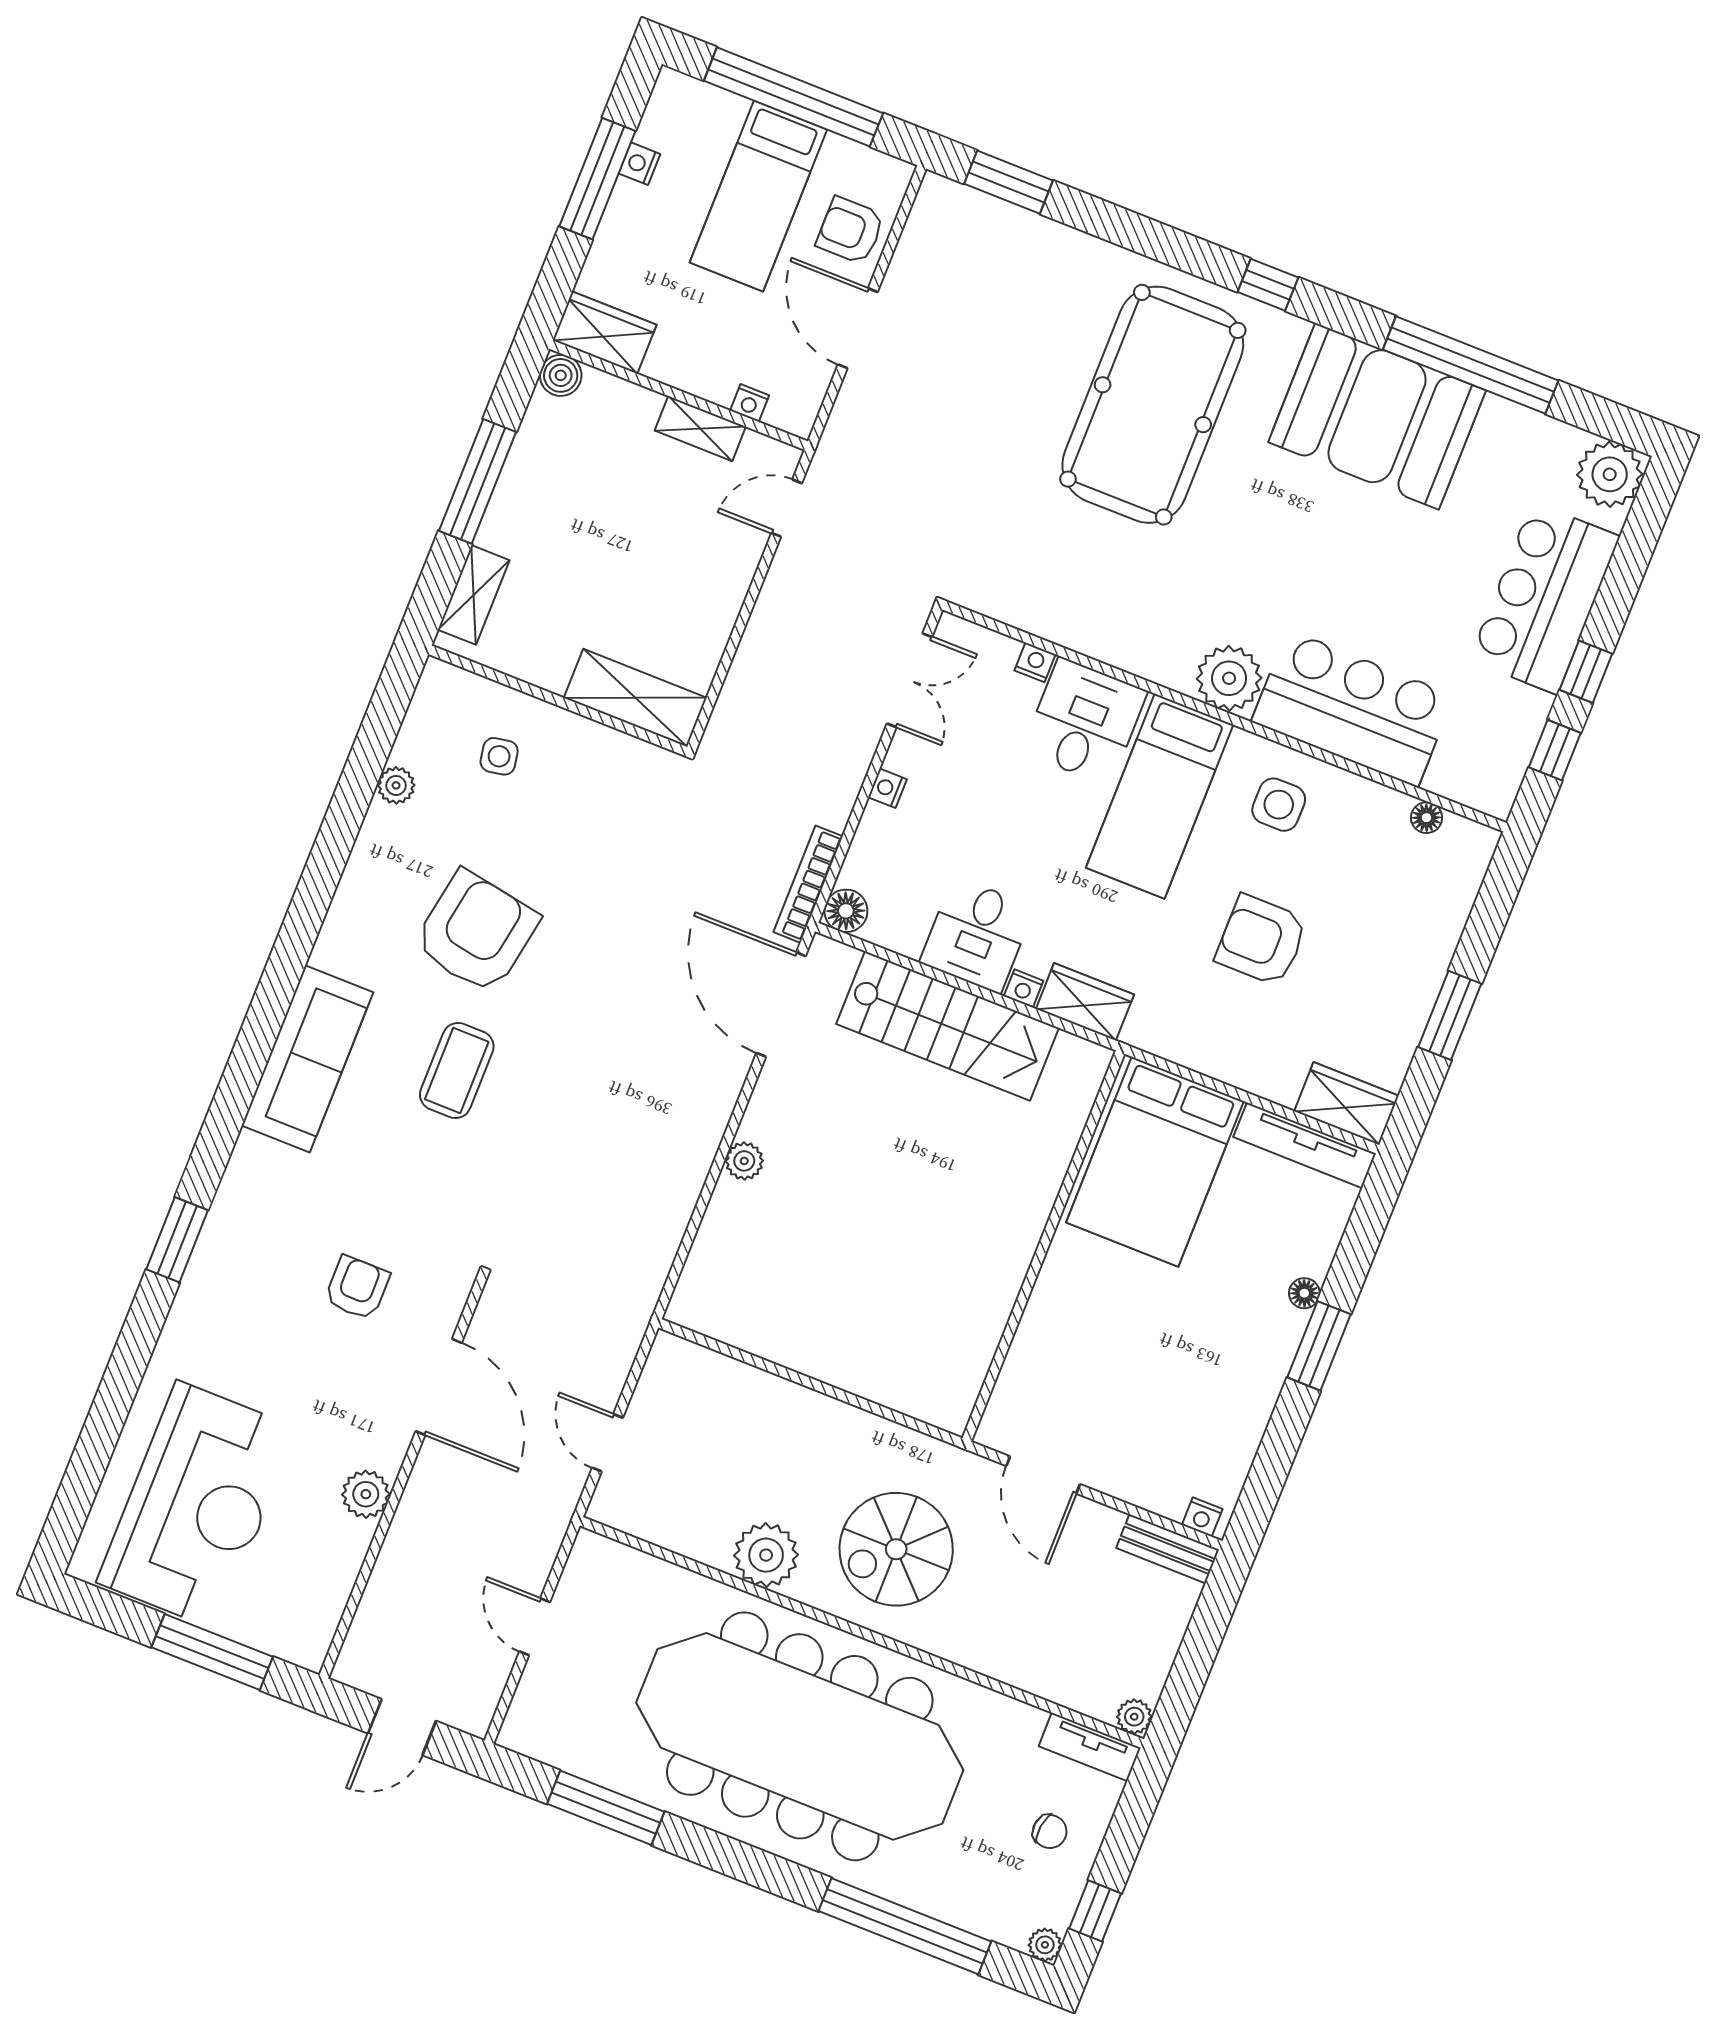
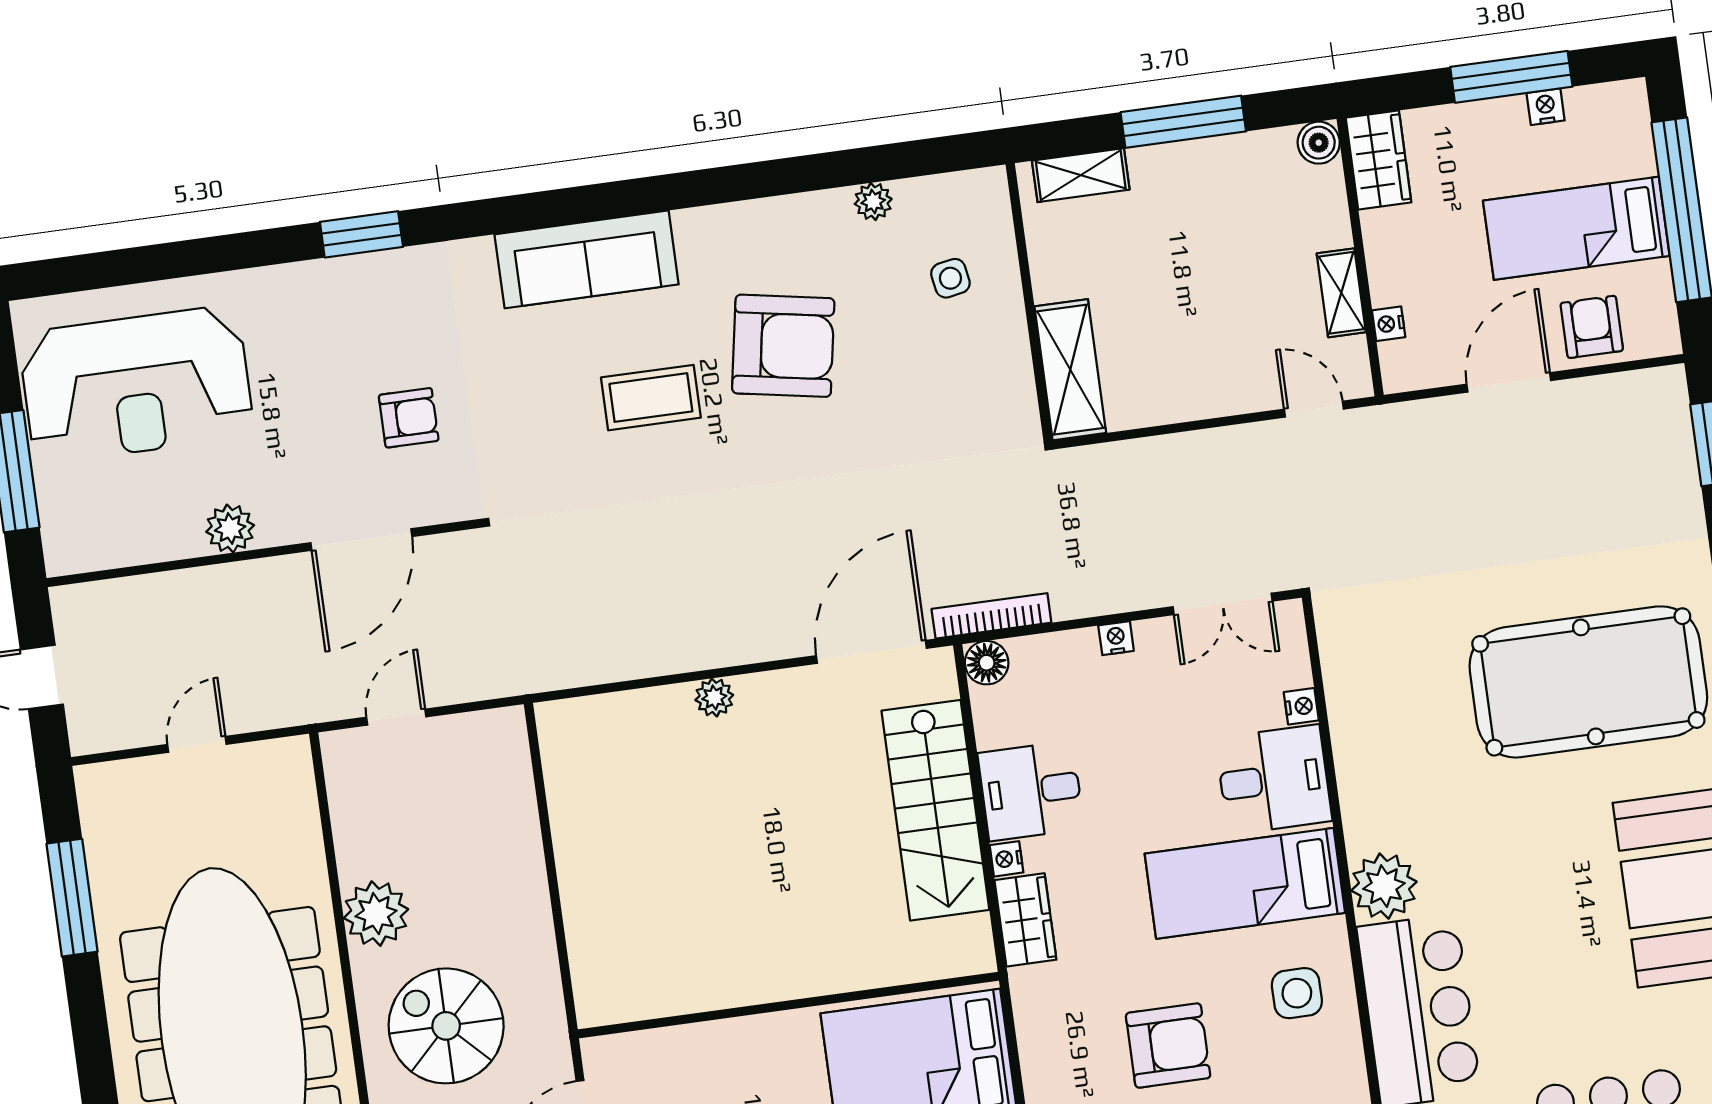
armchair: (1261, 940) -> (1168, 1046), turned 90

